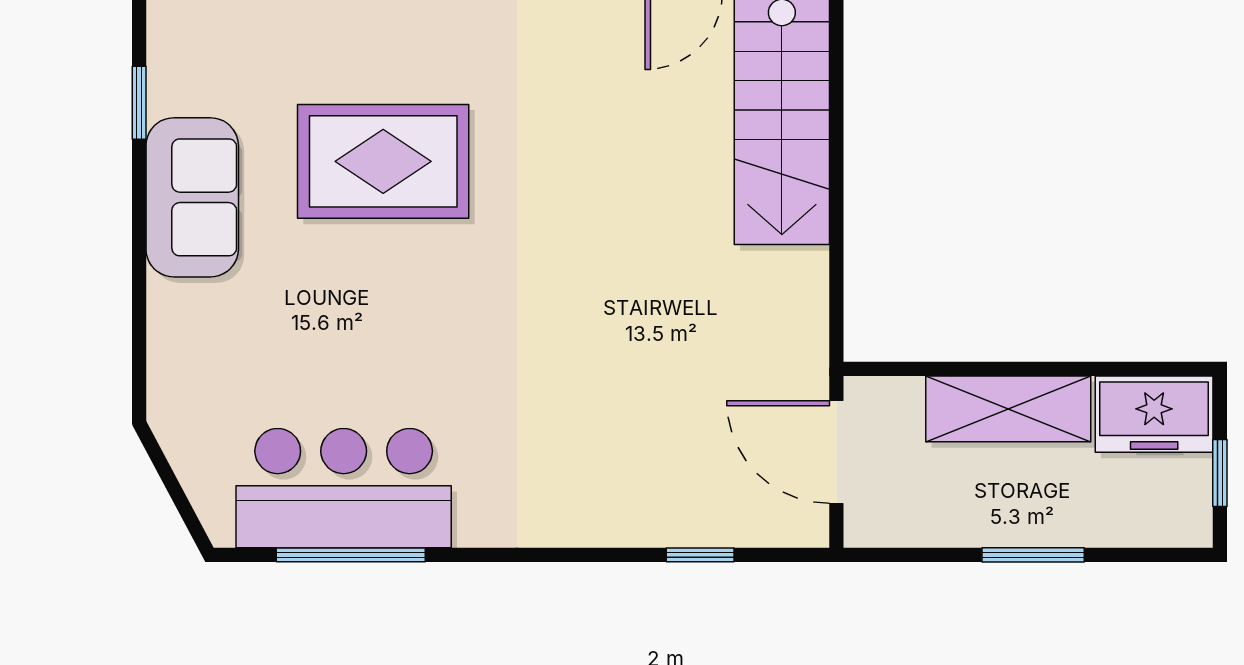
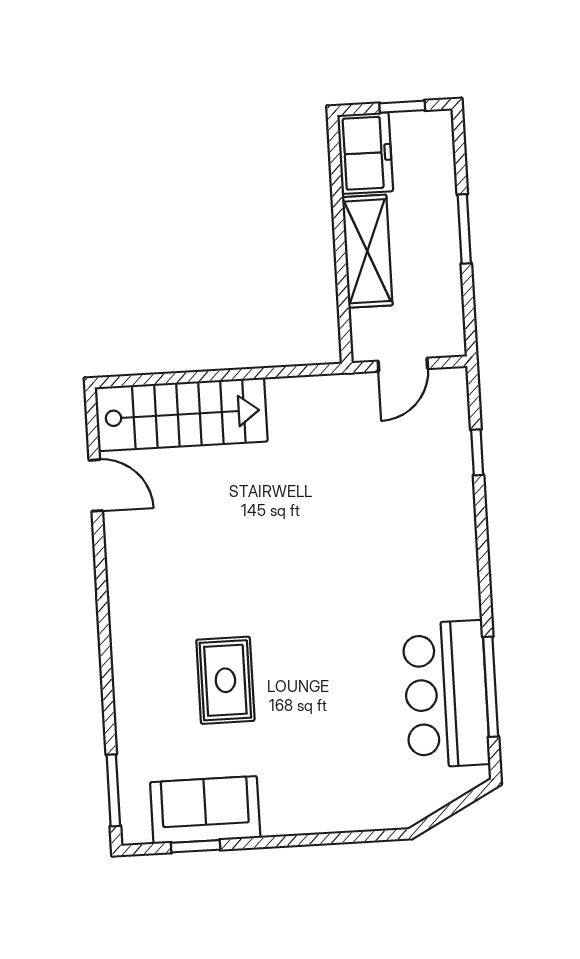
rug: (383, 161) -> (225, 680), width x0.73, depth x0.70
sofa: (192, 197) -> (205, 810), moved
door: (836, 452) -> (403, 365), width x0.73

